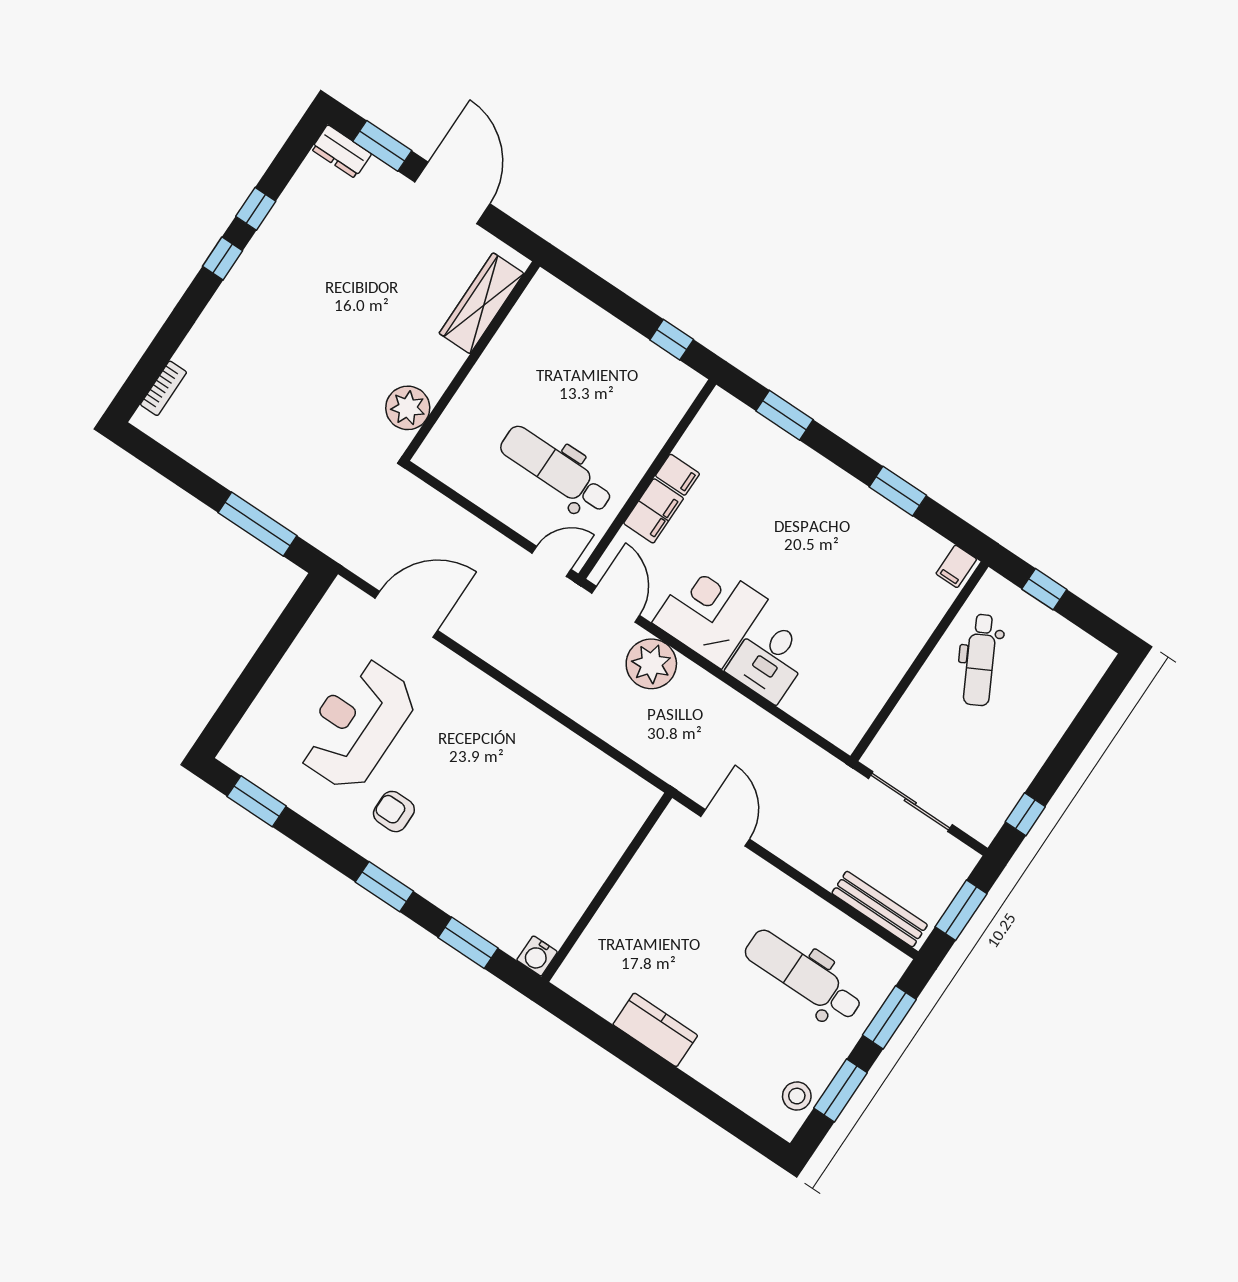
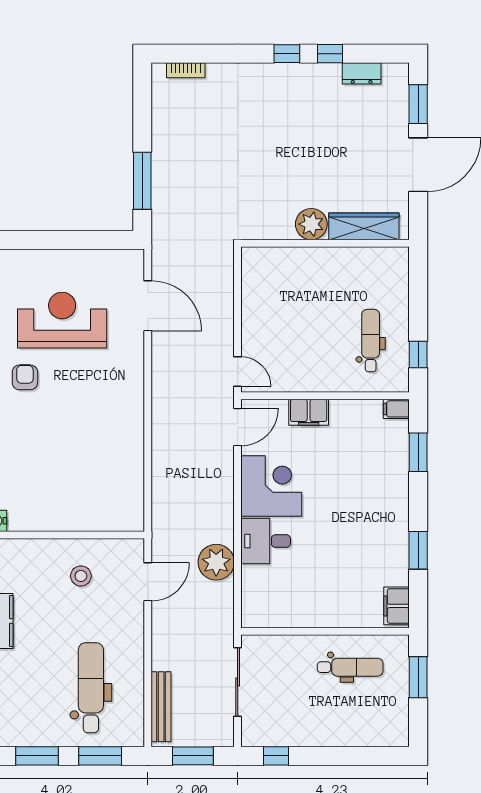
dresser: (341, 152) -> (362, 73), moved, turned -90
plant: (408, 408) -> (311, 224), moved
dental chair: (556, 470) -> (371, 341), moved, width x0.73, depth x0.72
filing cabinet: (678, 475) -> (396, 409), moved, turned 90
filing cabinet: (956, 566) -> (397, 606), width x2.00
window: (1044, 589) -> (418, 677), width x1.50
dental chair: (980, 660) -> (350, 667), turned -152
plant: (651, 664) -> (216, 562), moved
stool: (797, 1096) -> (81, 576), moved

